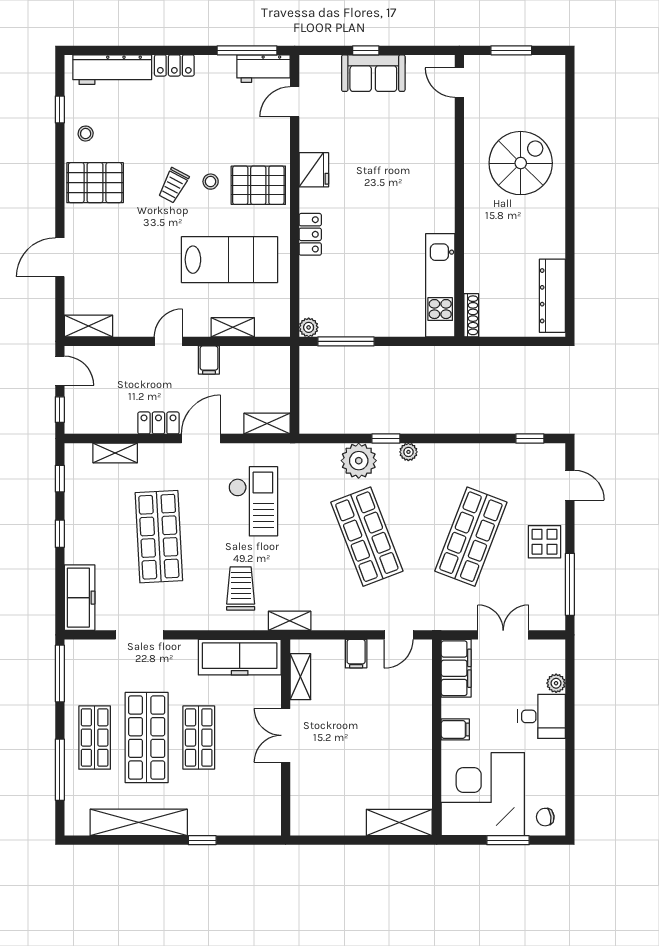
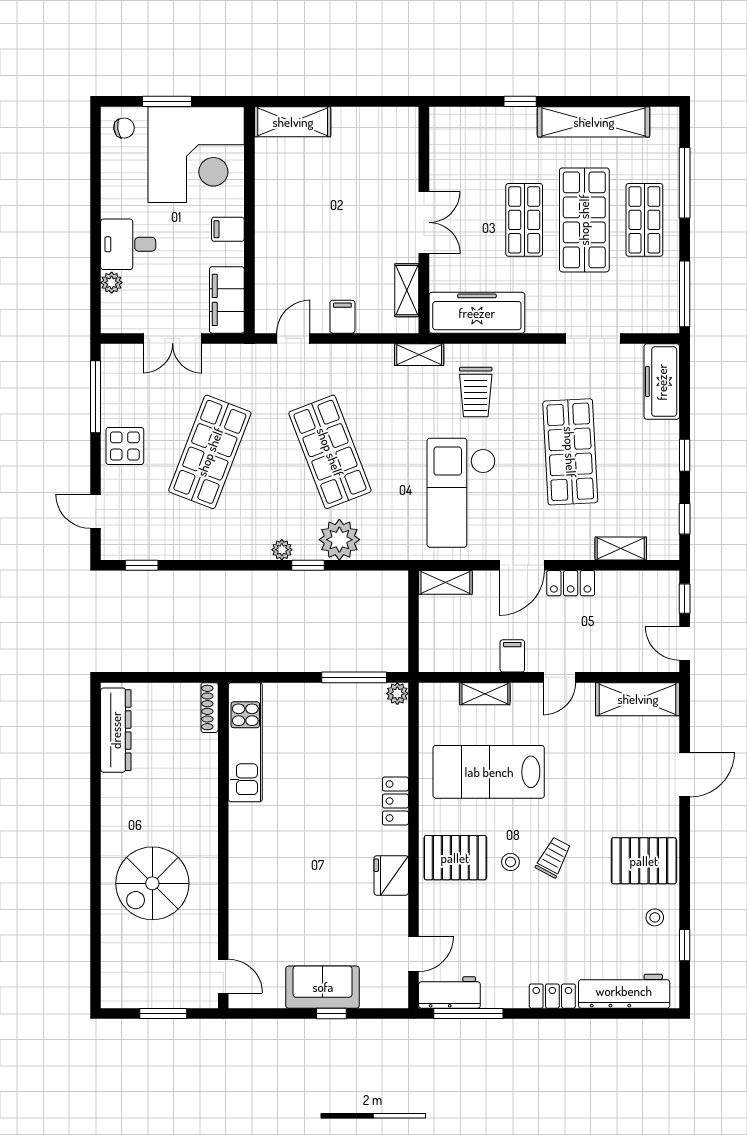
shelving: (88, 326) -> (638, 699), width x1.50, depth x1.33
checkout: (253, 501) -> (461, 493), width x1.36, depth x1.21

